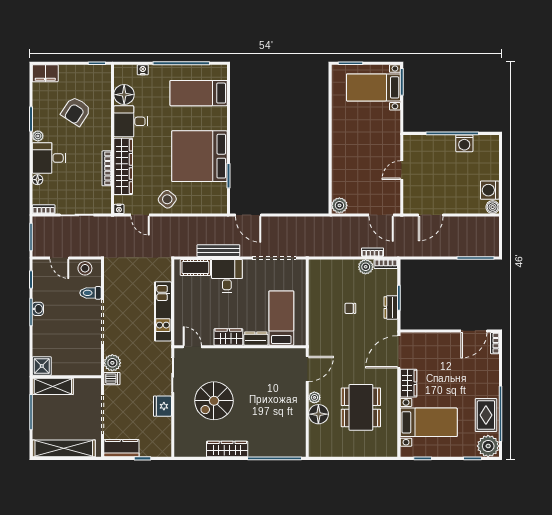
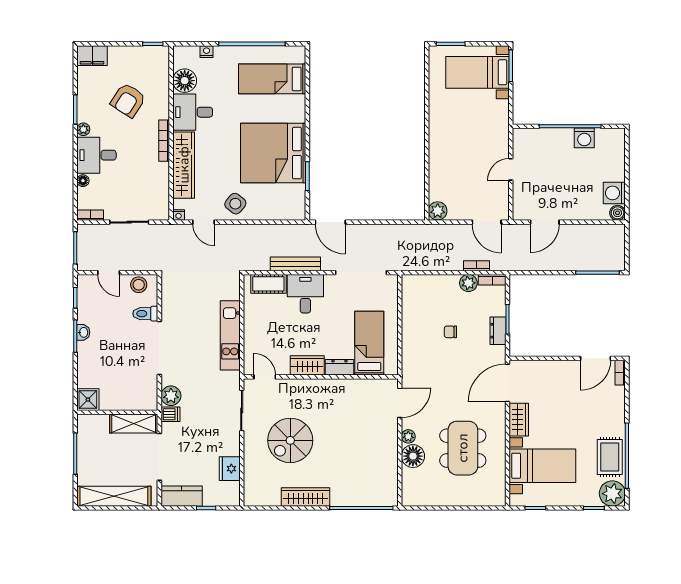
bookcase: (107, 168) -> (164, 141), moved
shelving: (53, 386) -> (134, 423), moved
fridge: (162, 406) -> (230, 469), moved

